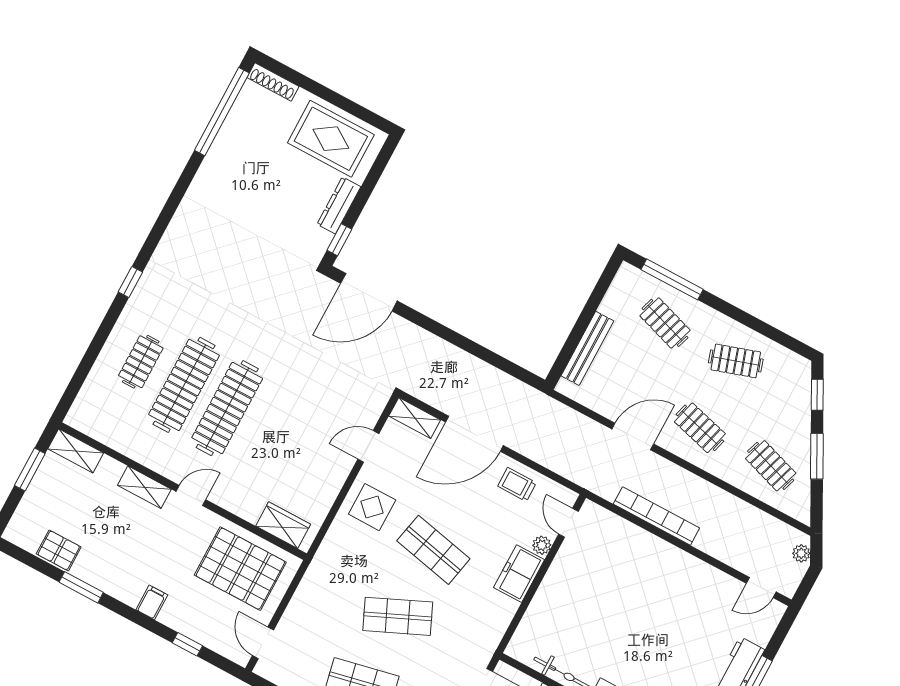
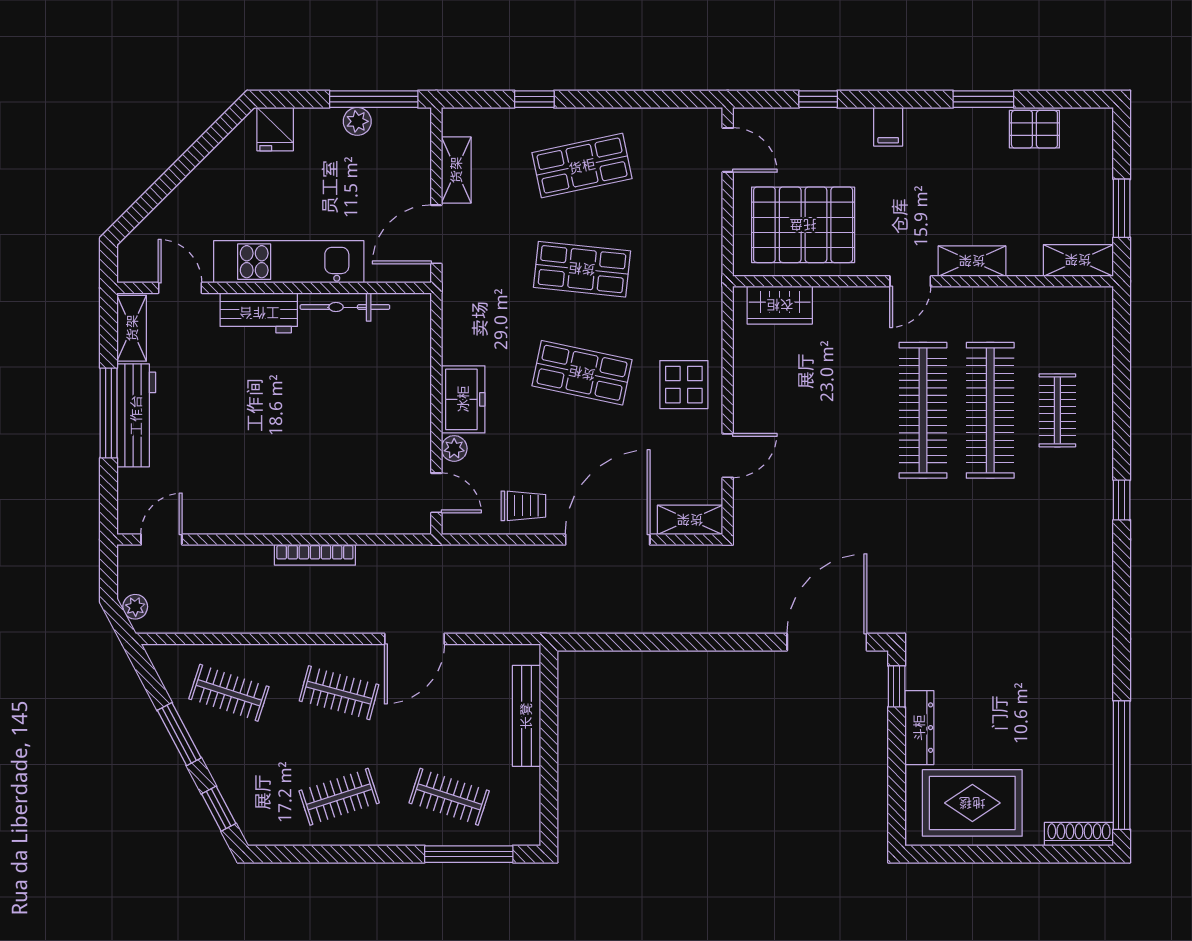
bookcase: (656, 516) -> (315, 555), width x0.68, depth x0.76
shop shelf: (398, 616) -> (582, 269), turned 30

